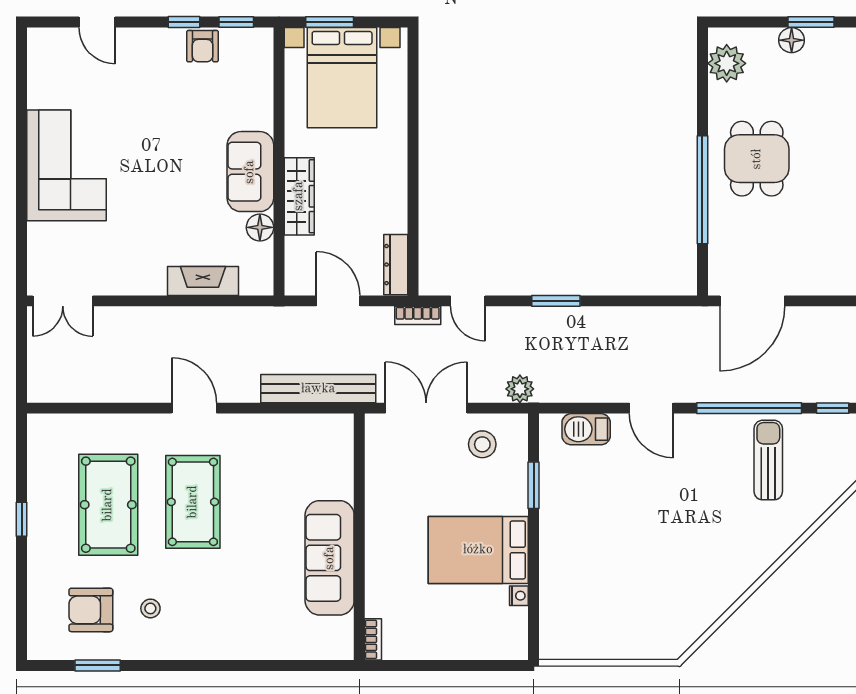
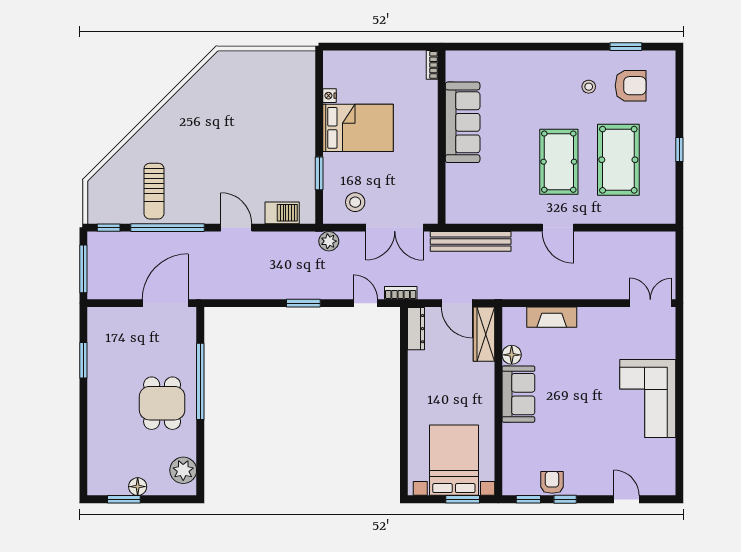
wardrobe: (299, 196) -> (484, 334), moved

